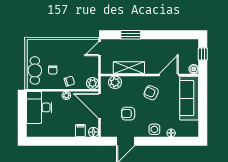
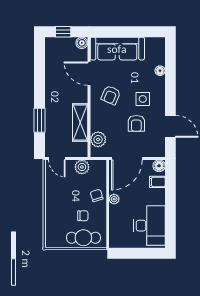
plant: (93, 83) -> (82, 167), moved
desk: (39, 107) -> (149, 226), moved, turned -90
side table: (154, 129) -> (143, 99), moved

